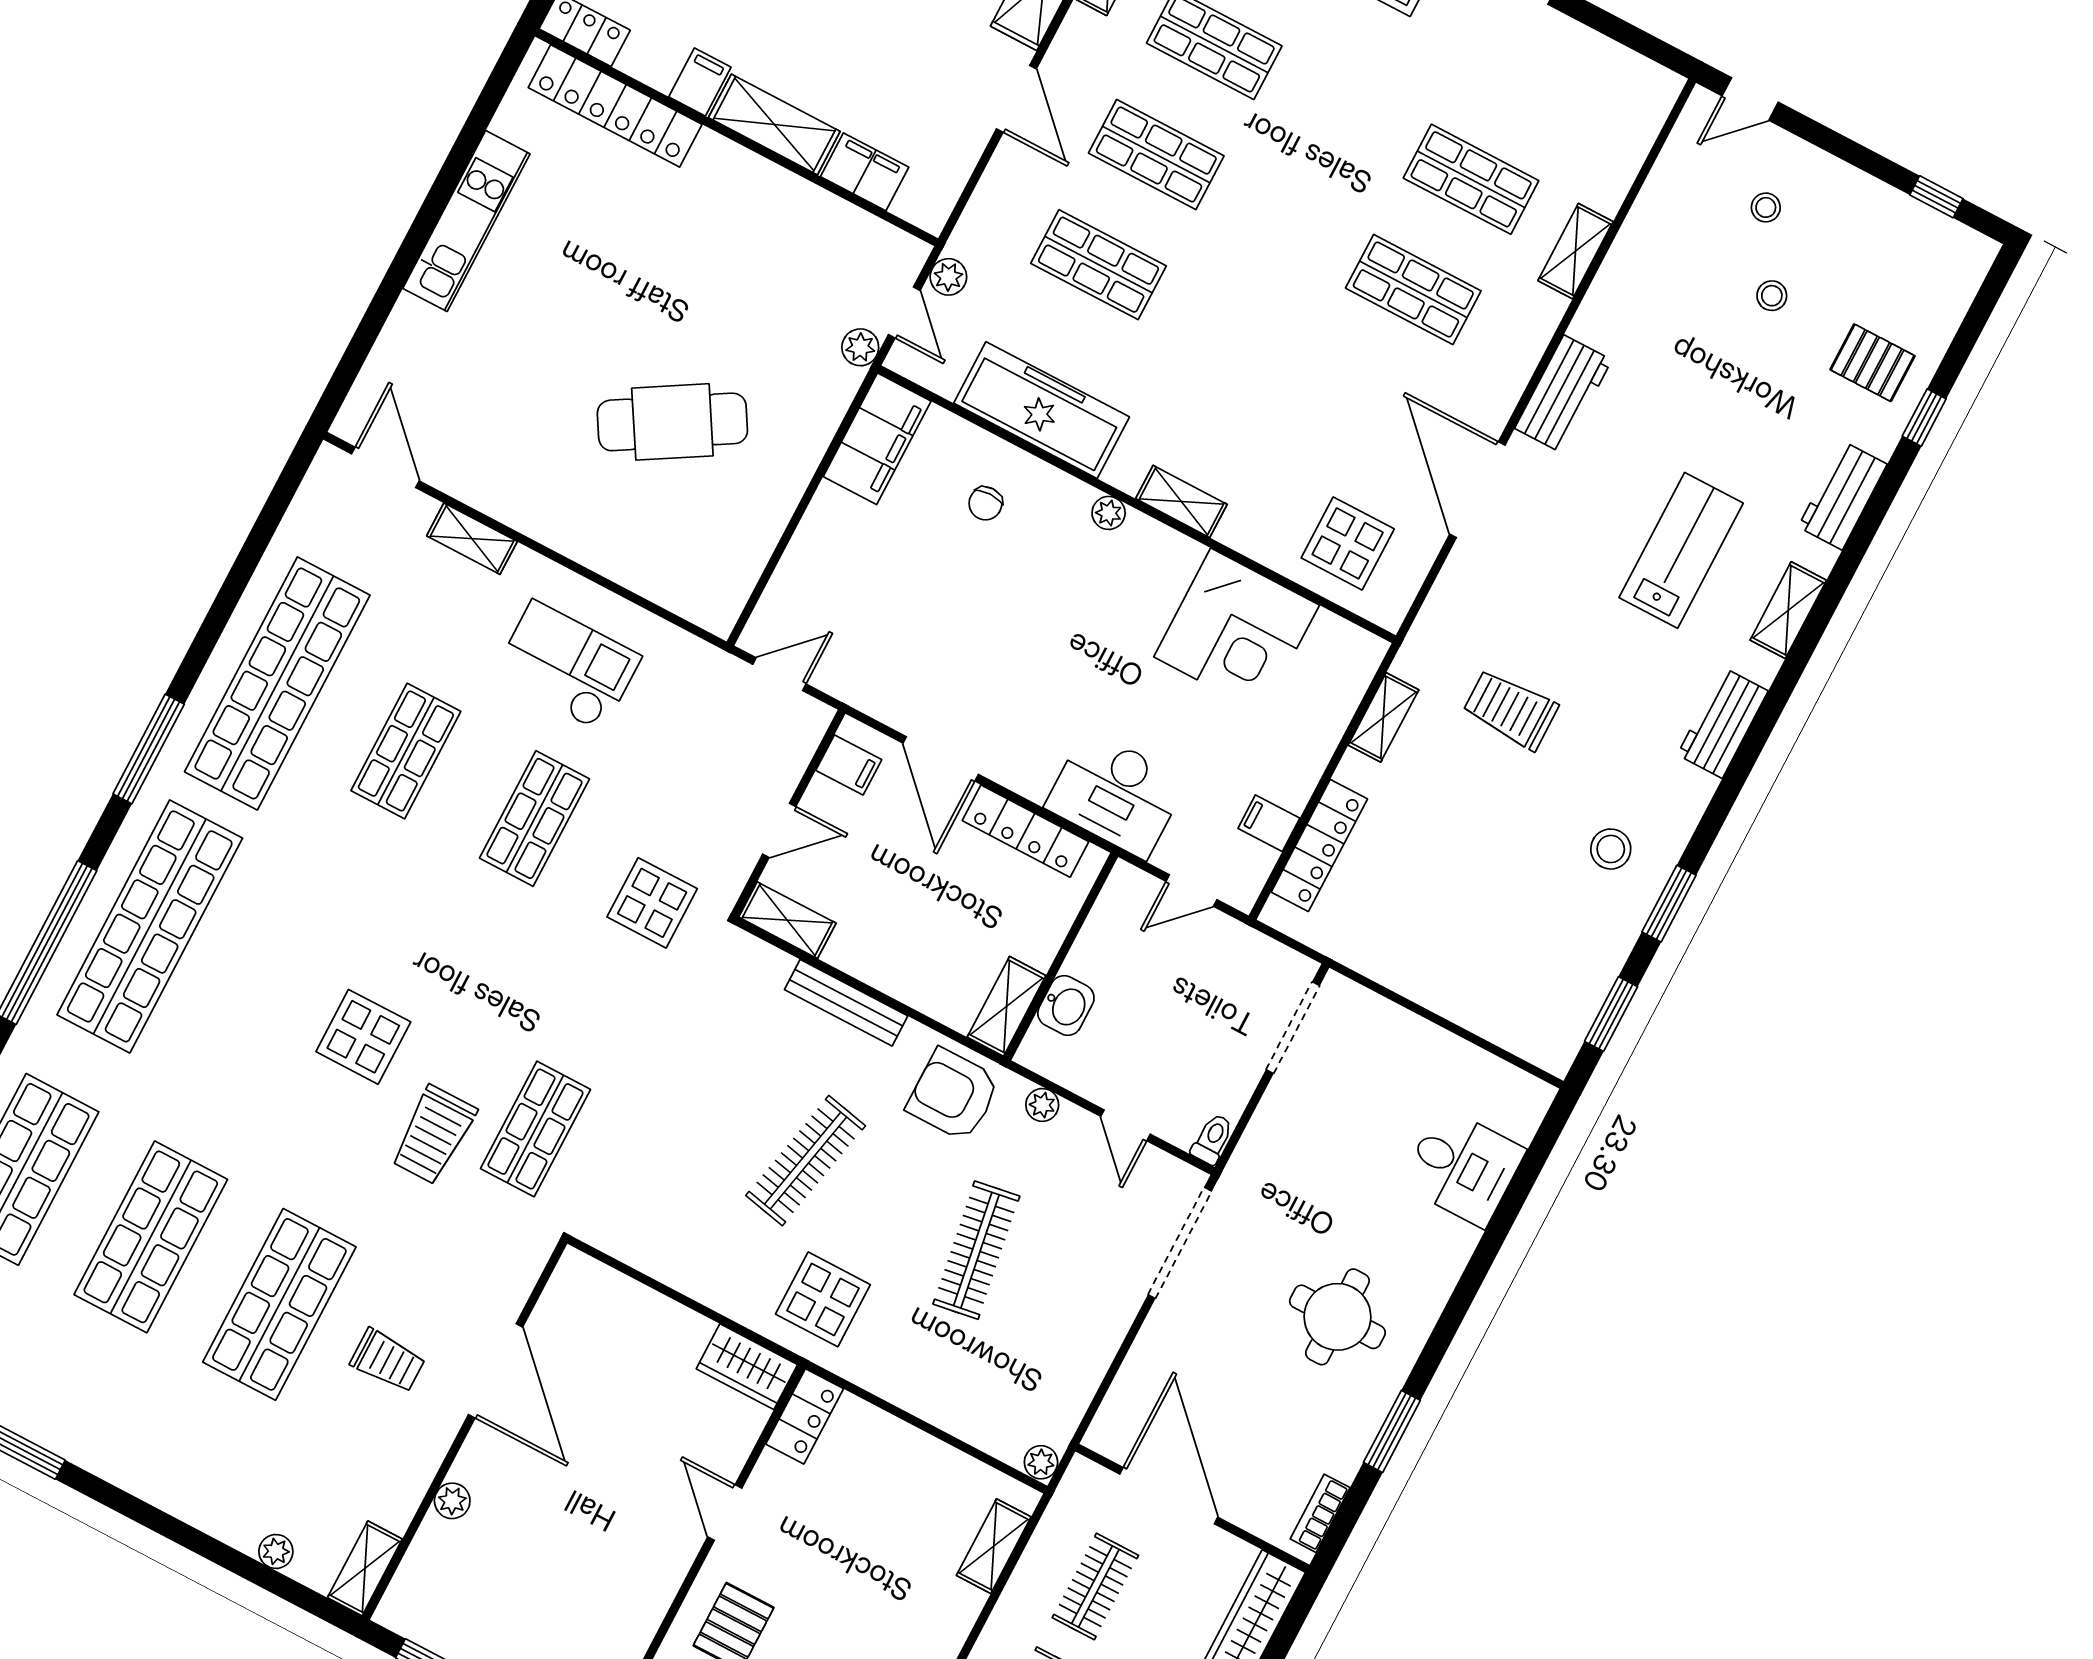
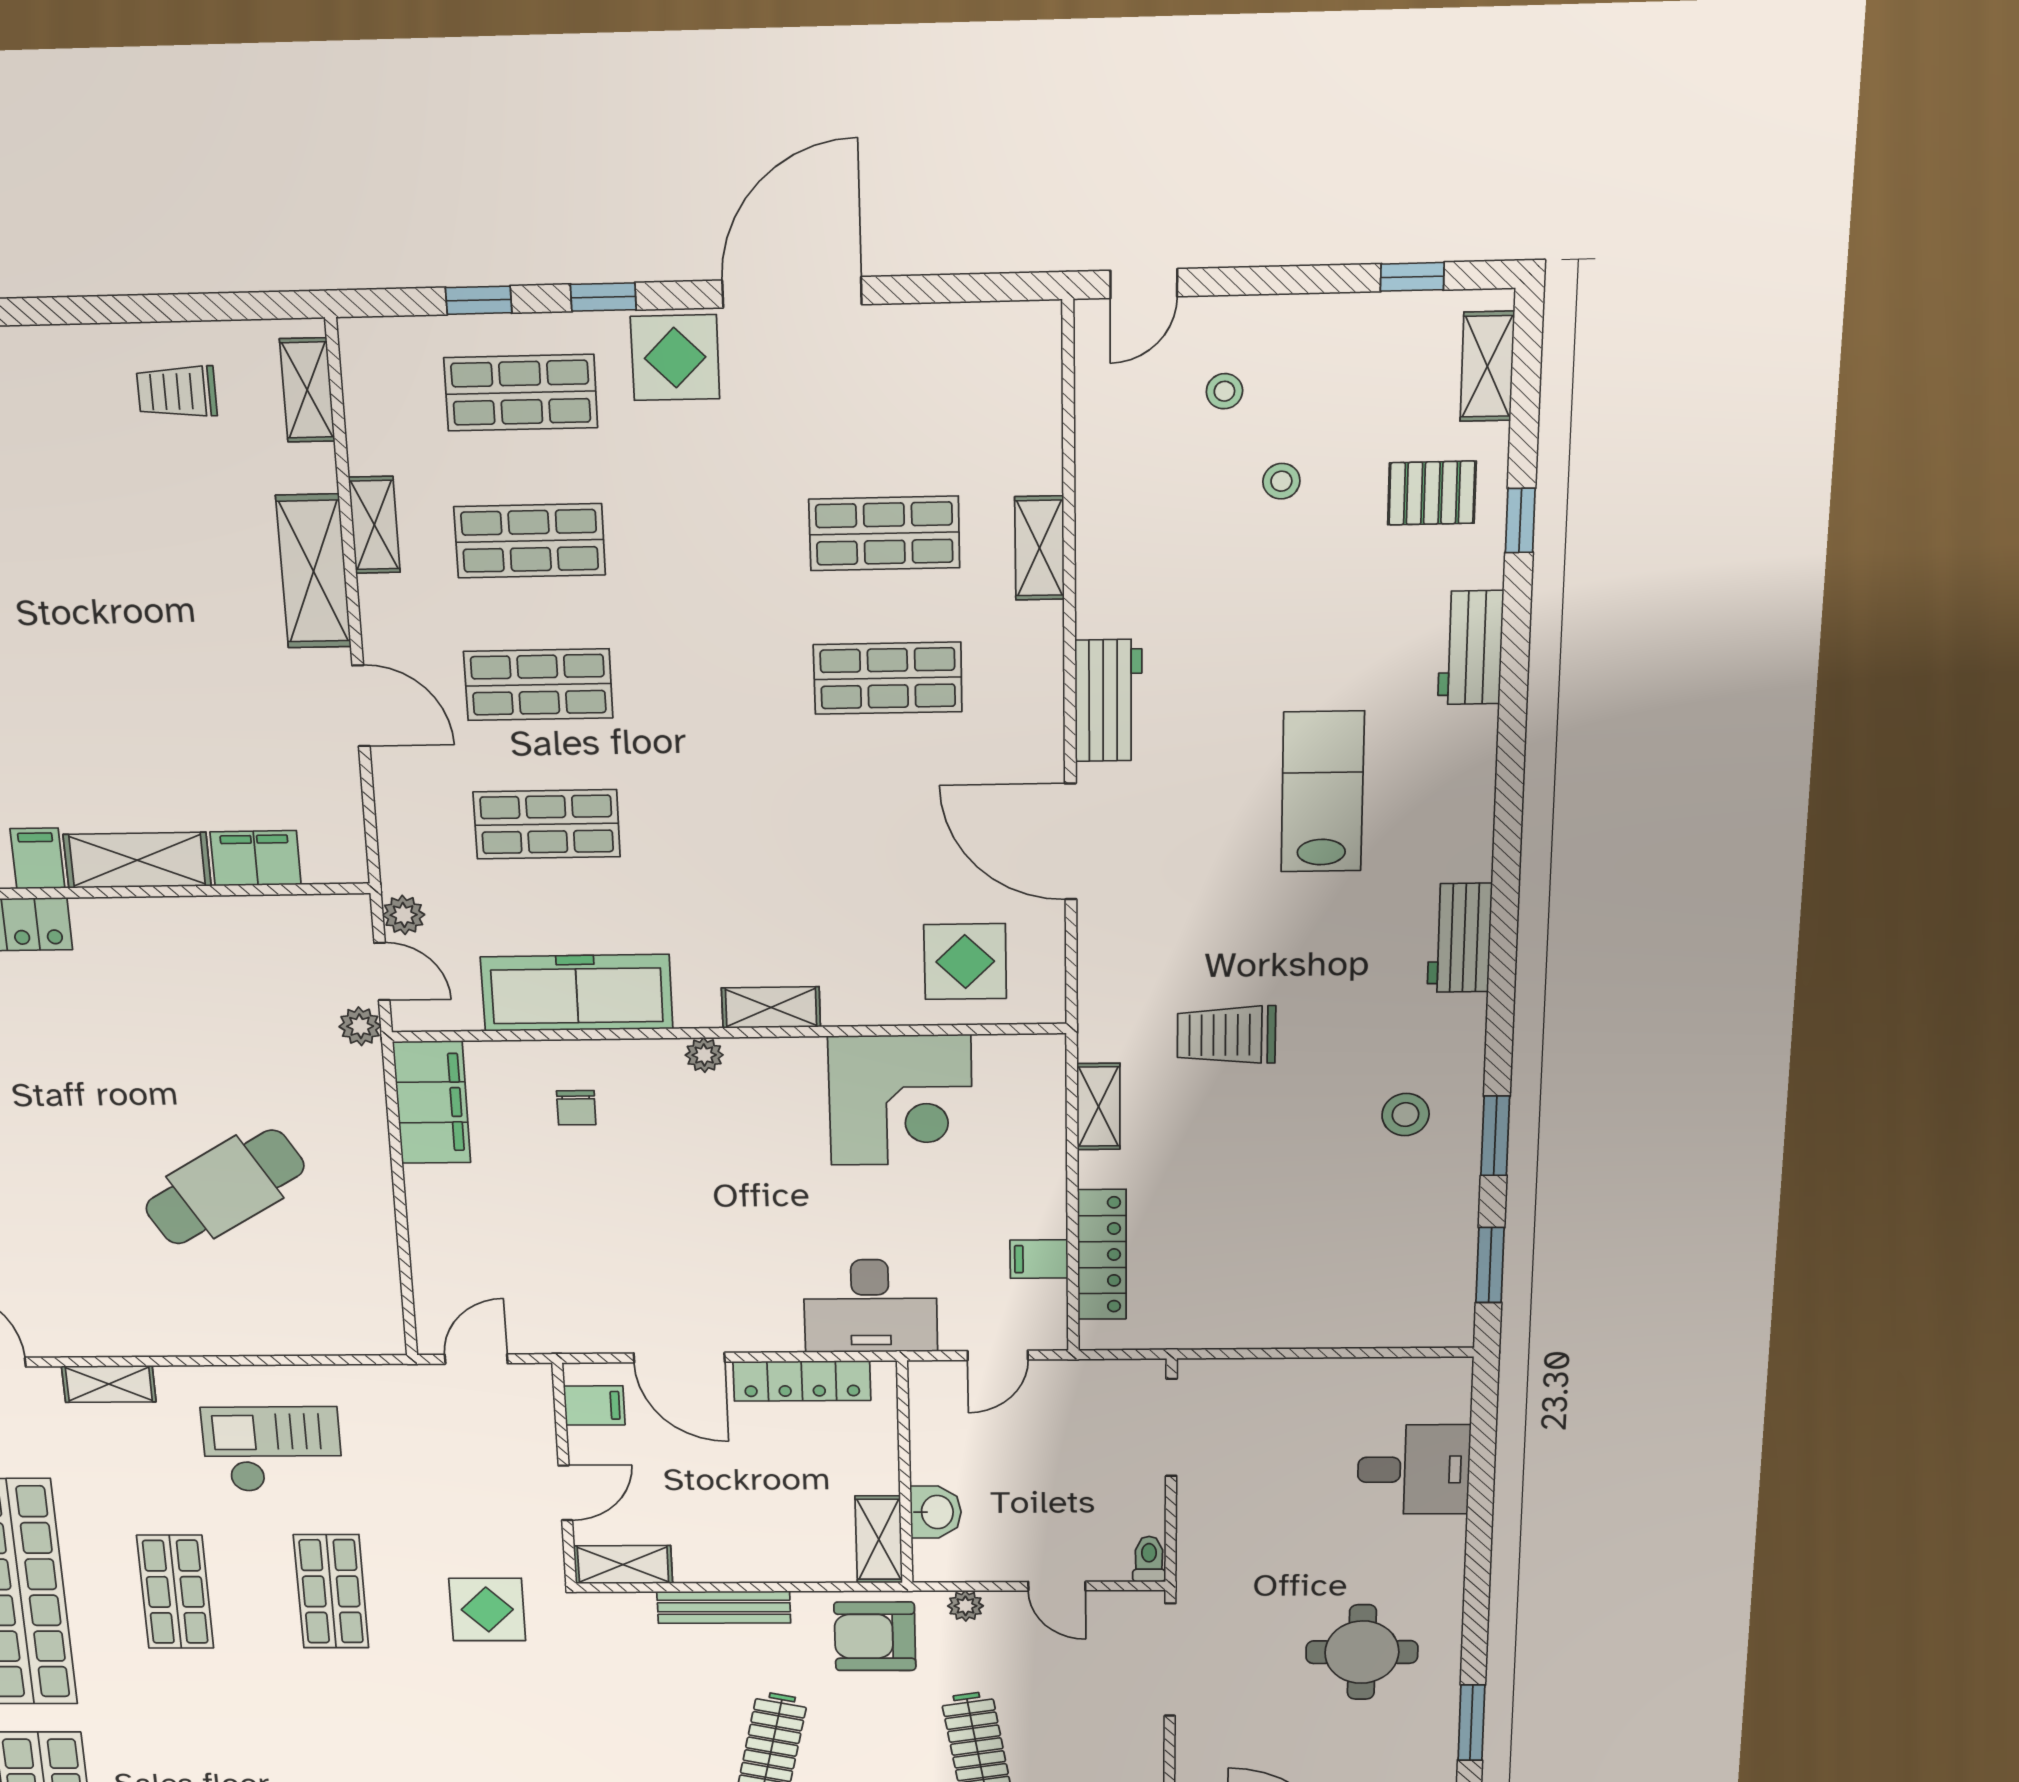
shelving: (1788, 610) -> (1487, 366), moved

